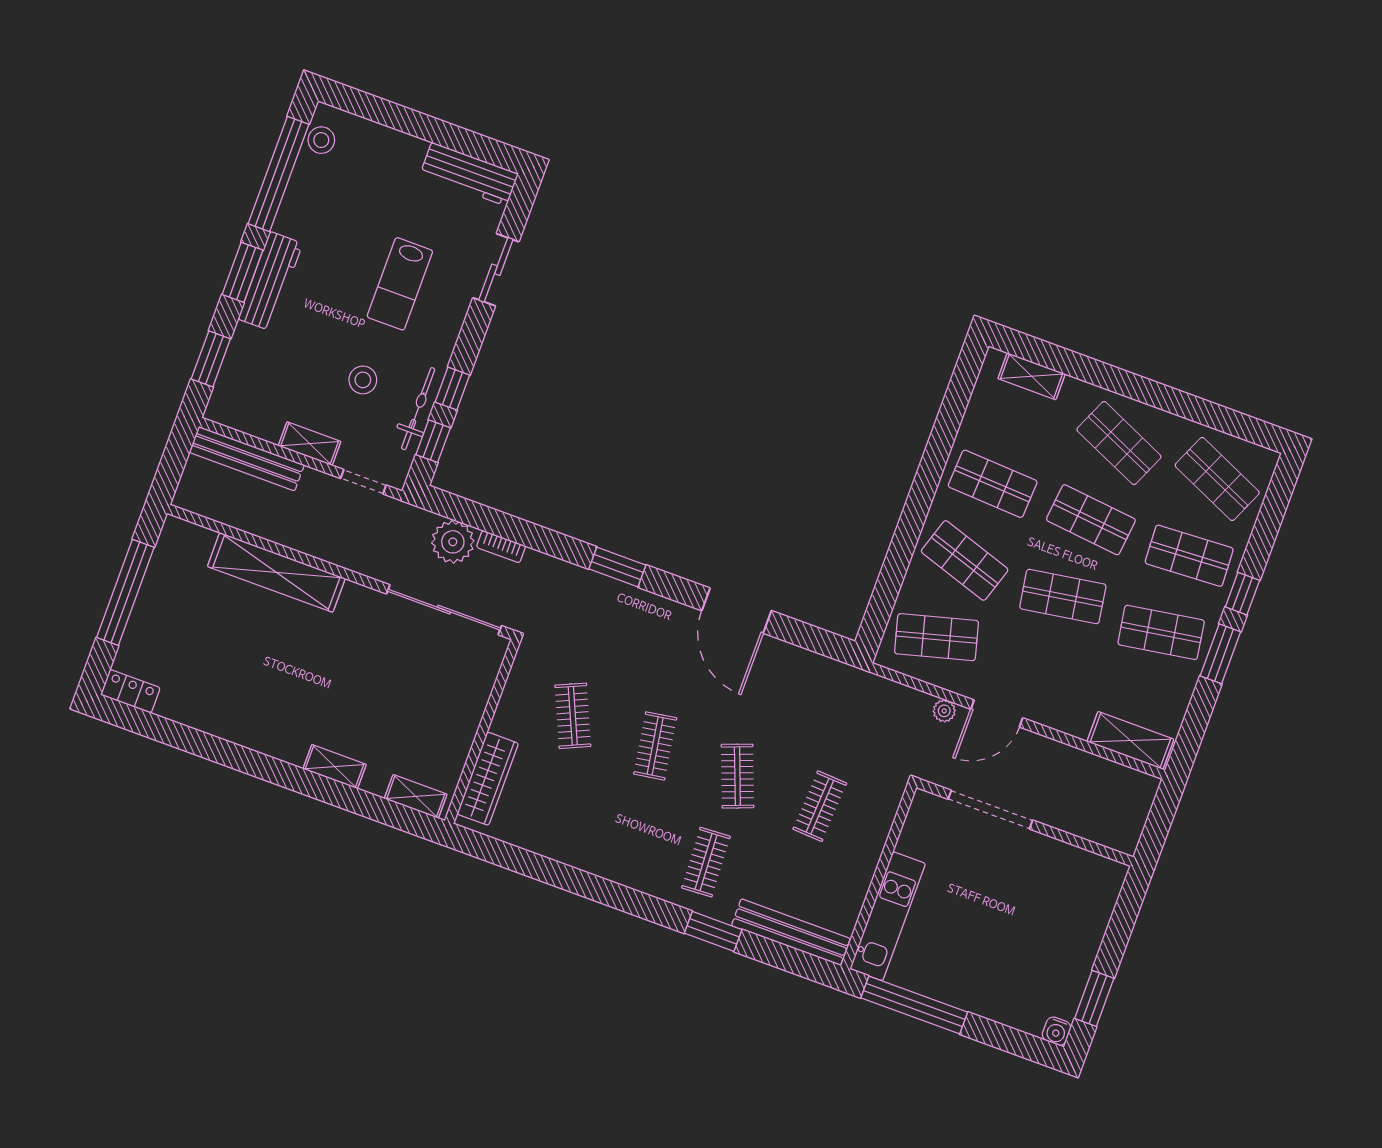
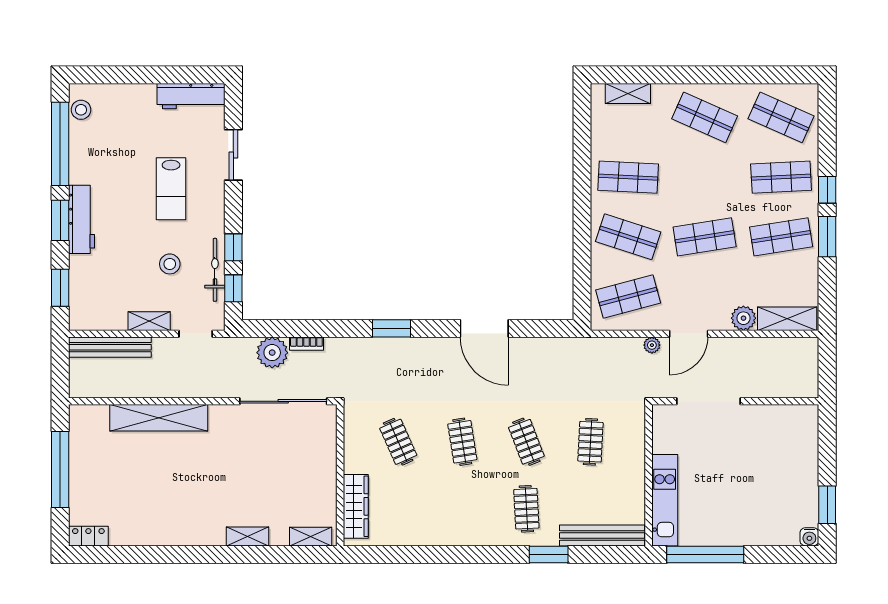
shop shelf: (1091, 520) -> (705, 177), removed
plant: (1075, 719) -> (743, 318), added

